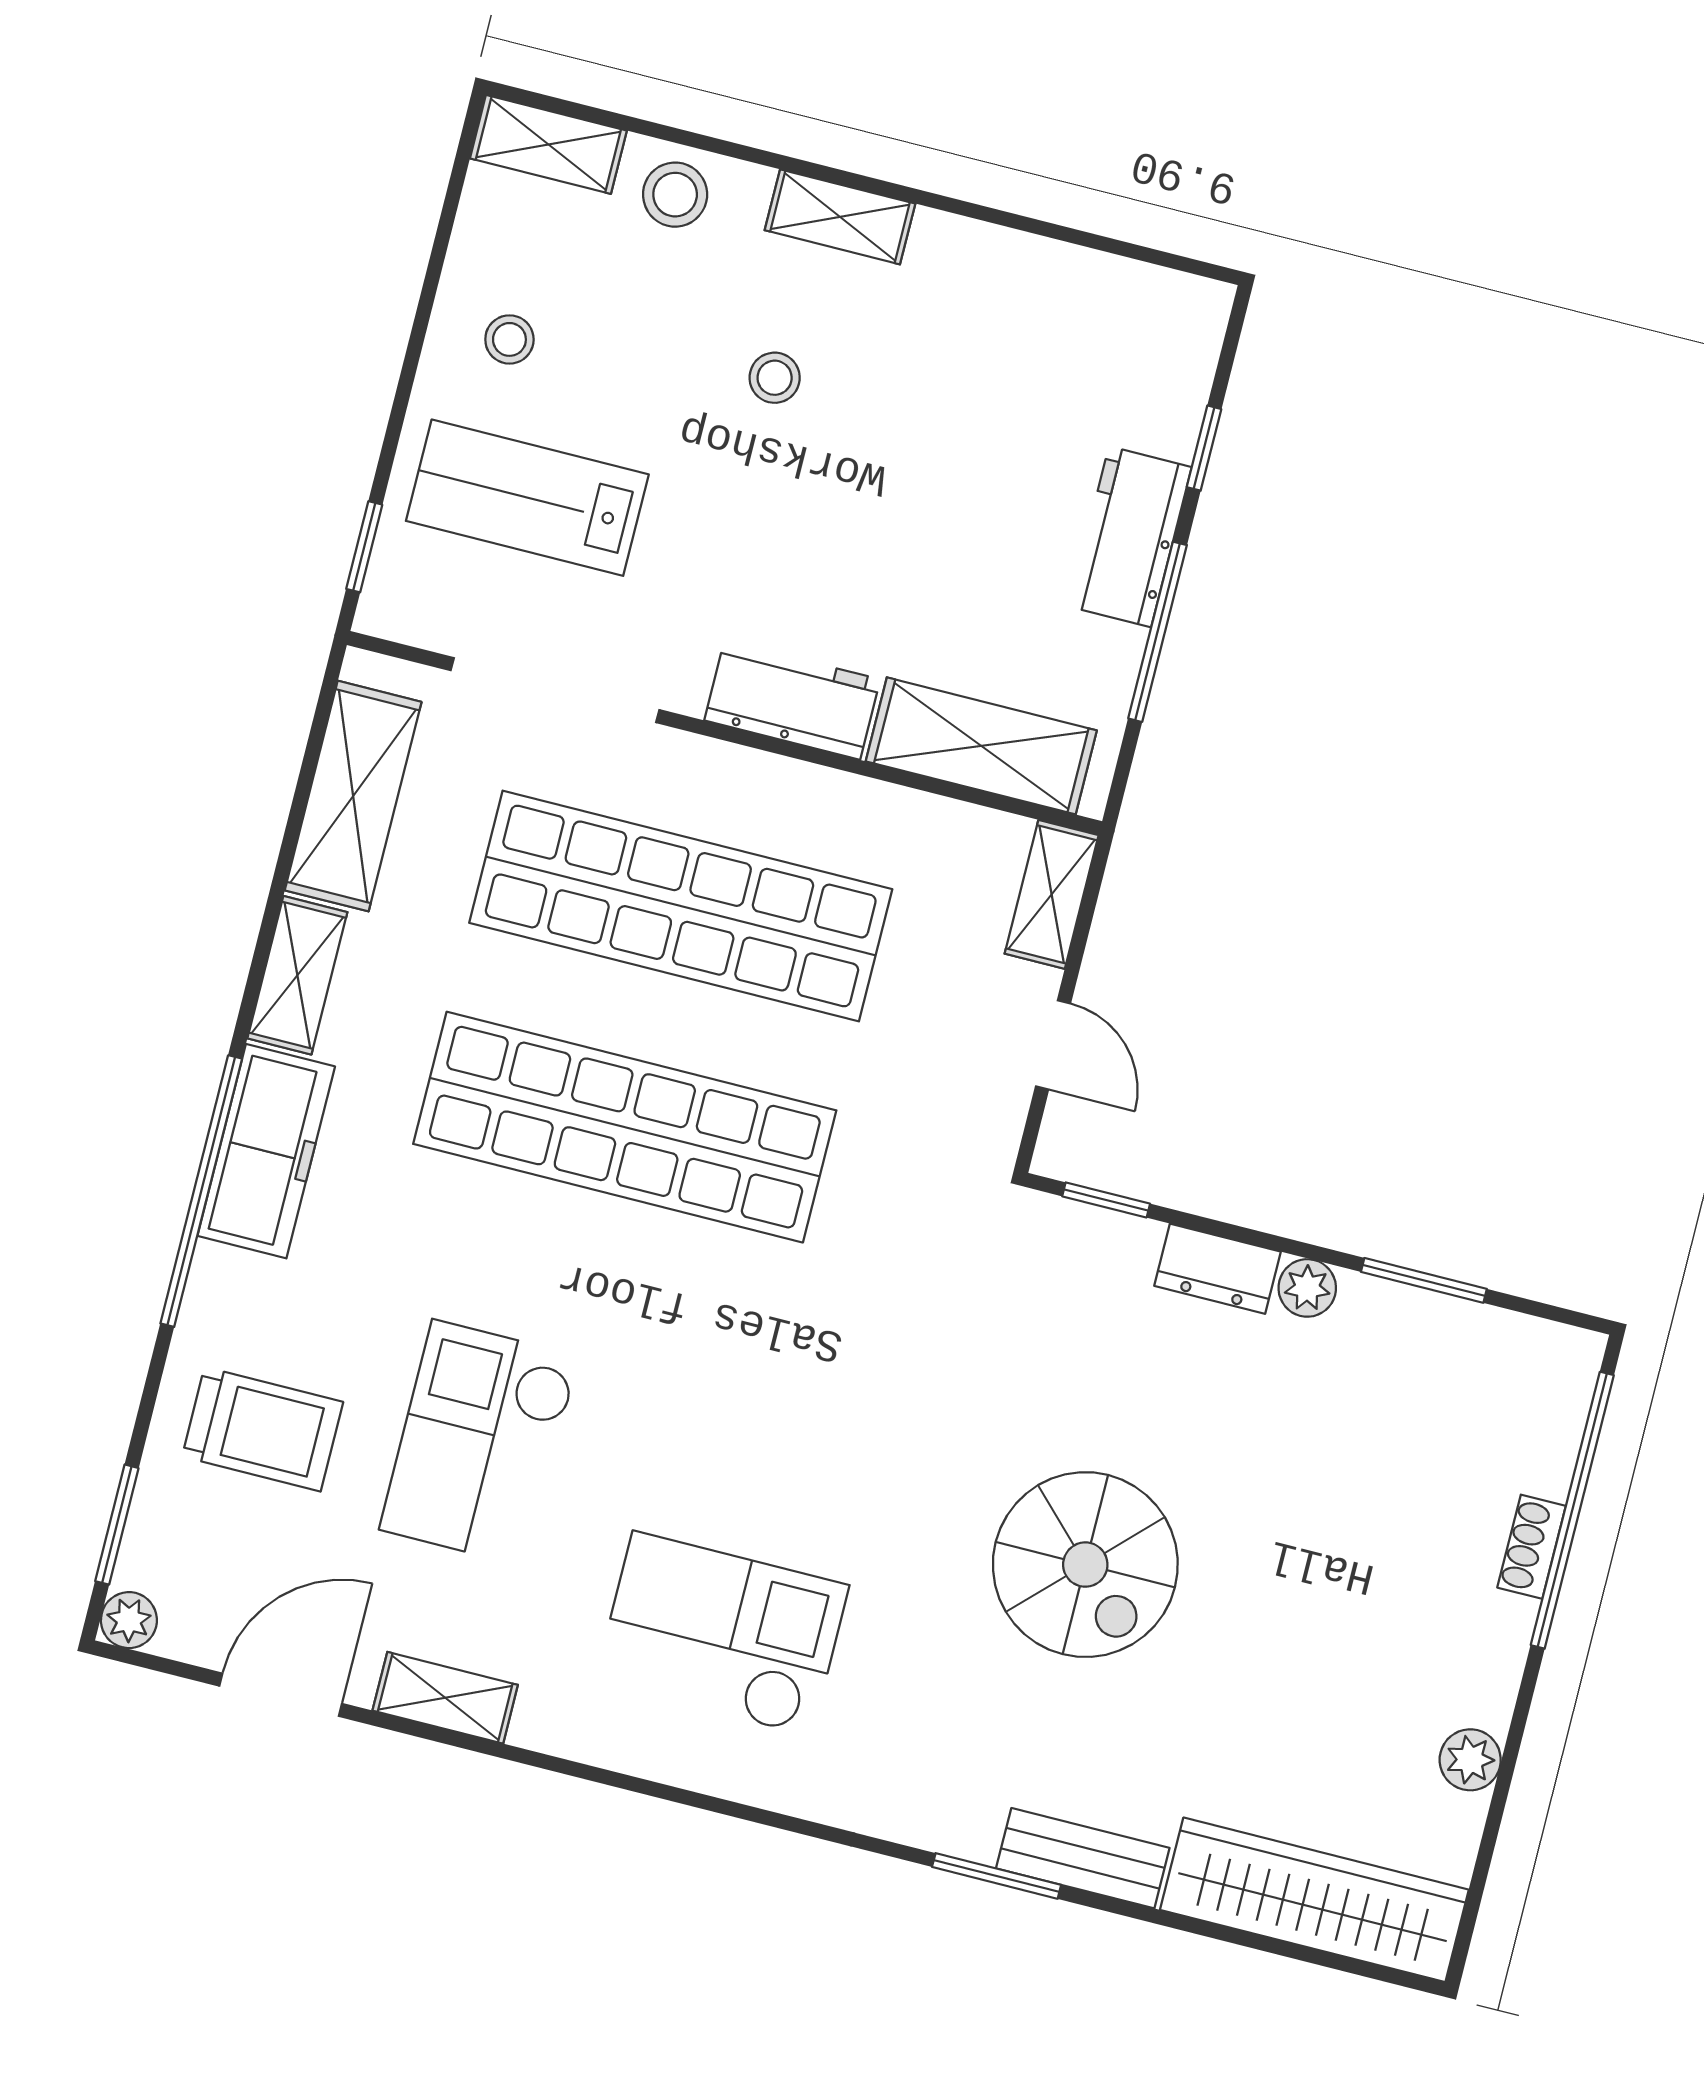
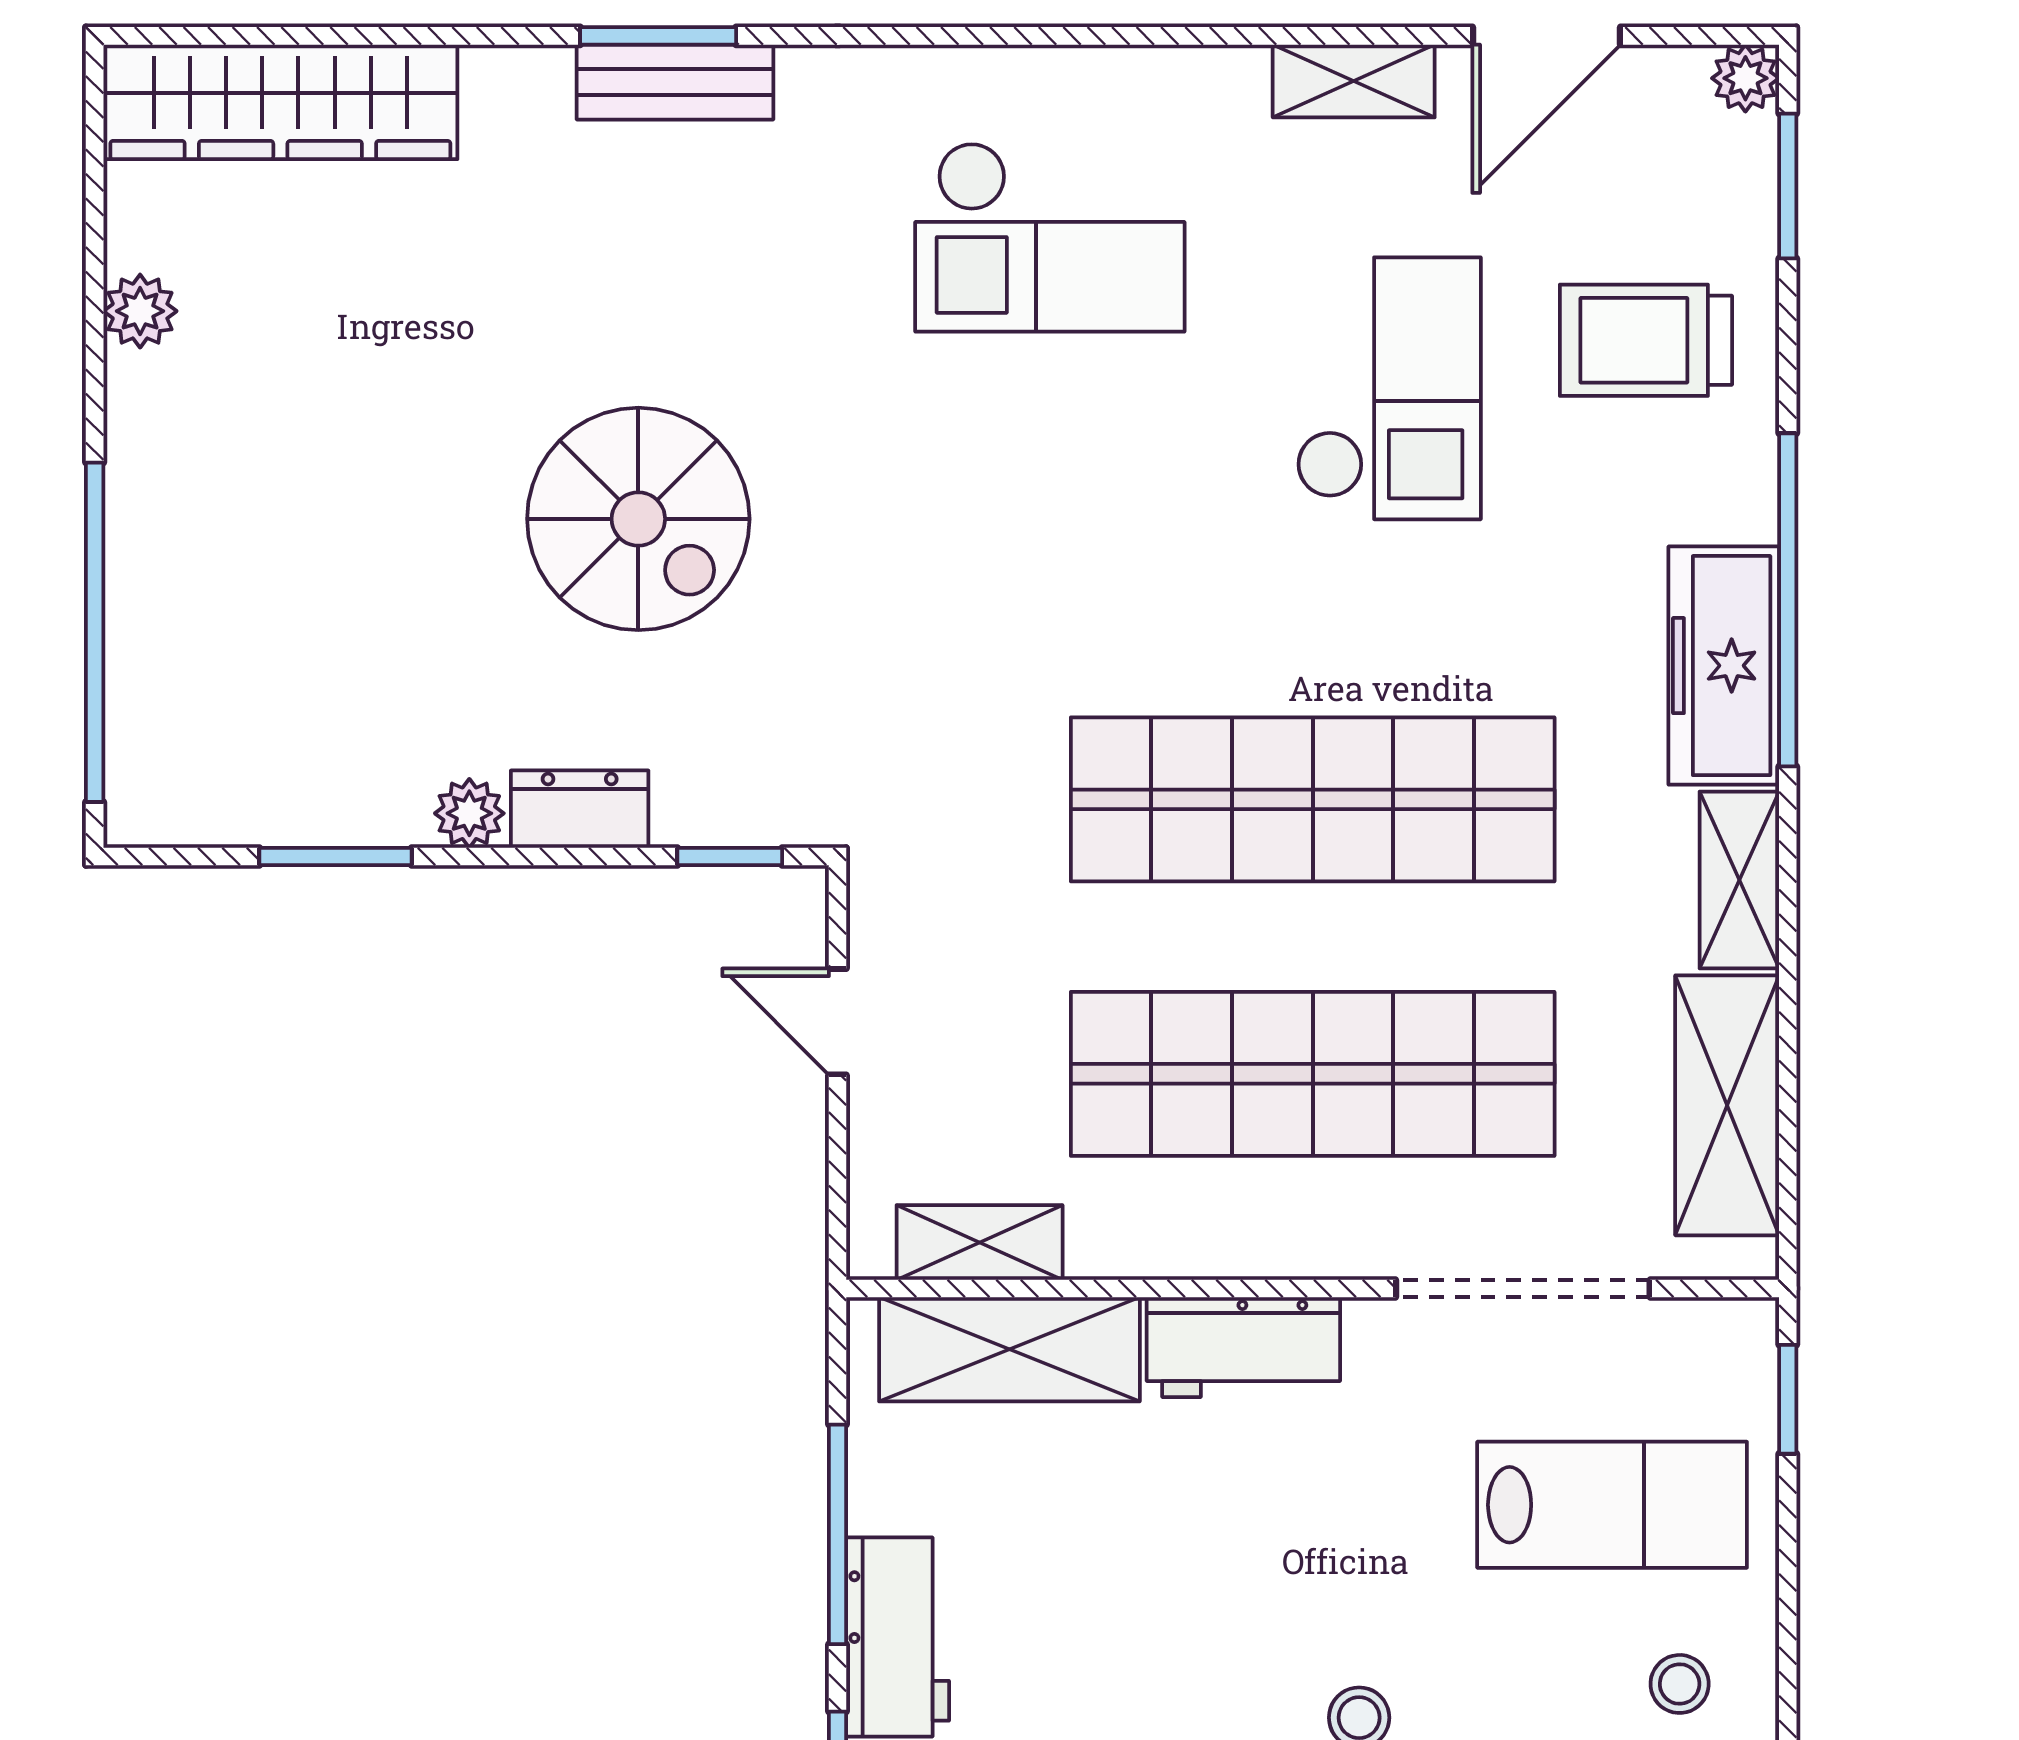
shelving: (1052, 894) -> (980, 1242), moved, turned 90
shoe rack: (1532, 1547) -> (131, 578), removed
spiral stairs: (1085, 1565) -> (638, 519), moved, turned 180
bench: (1083, 1858) -> (675, 82), moved

